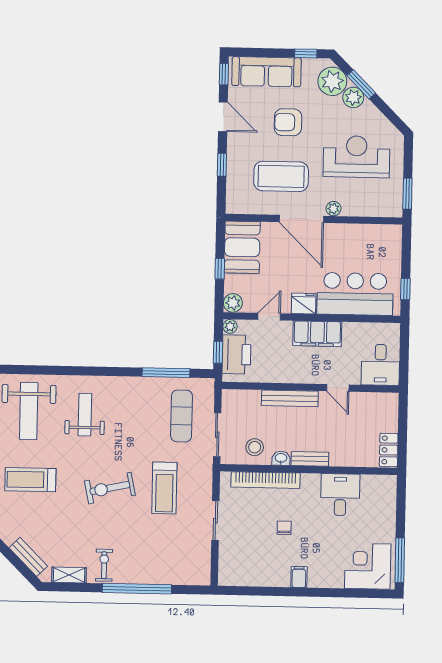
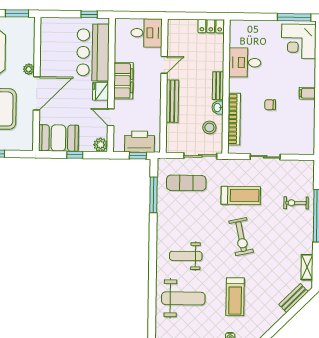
plant: (230, 326) -> (118, 147), removed
exercise bike: (104, 565) -> (296, 203), moved

